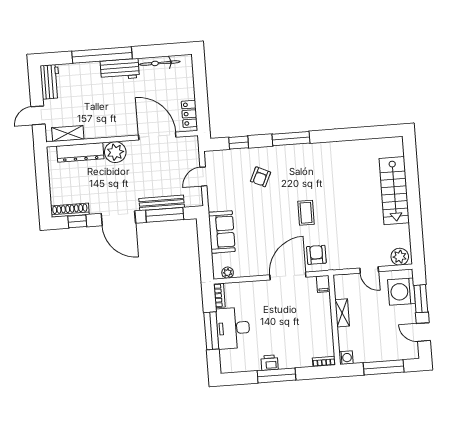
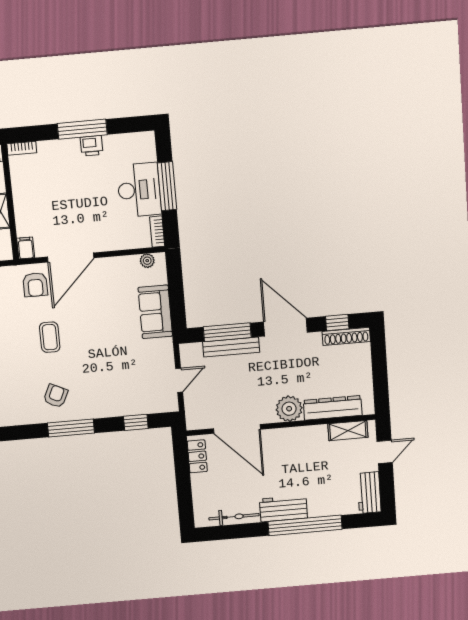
armchair: (261, 177) -> (56, 396), moved

